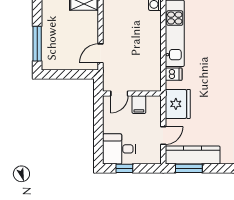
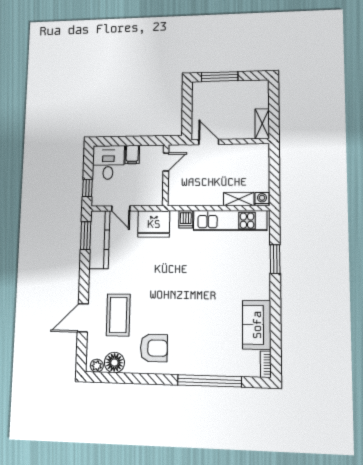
shelving: (155, 26) -> (239, 199), added
door: (119, 94) -> (166, 162), swing flipped
filing cabinet: (139, 105) -> (132, 155), moved, turned -90
window: (124, 168) -> (87, 188), moved

